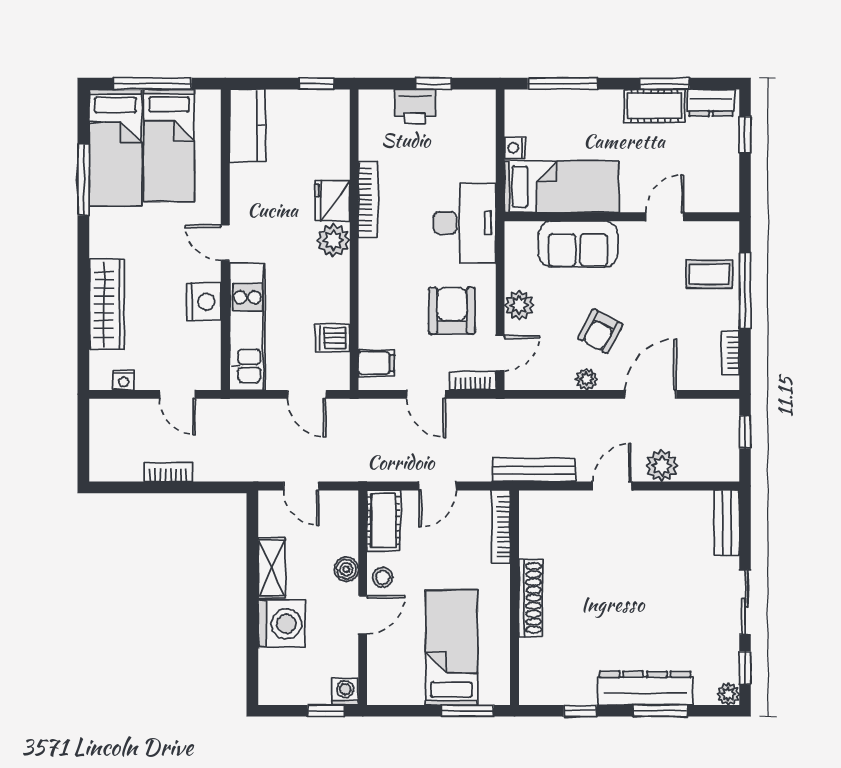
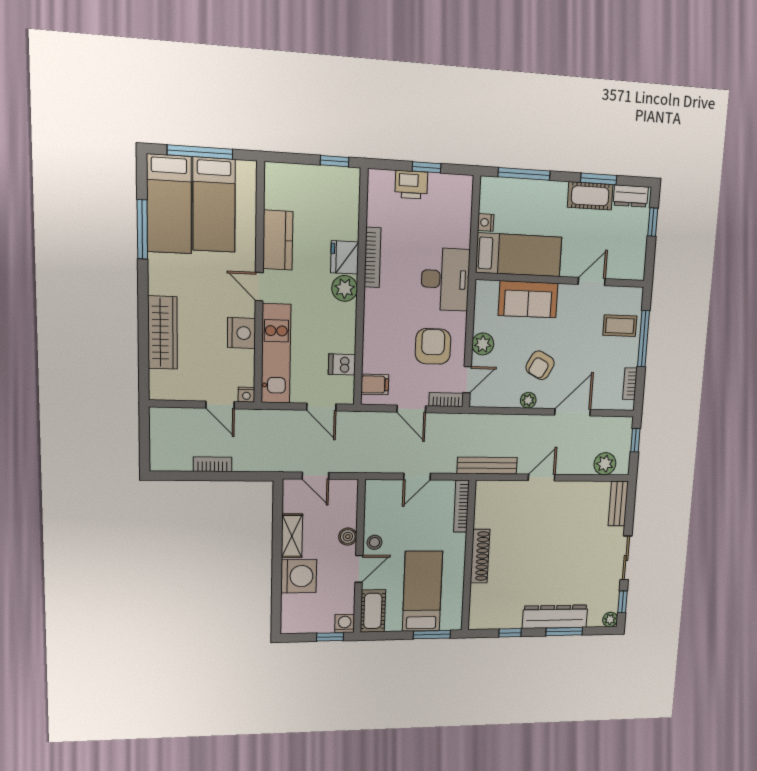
kitchen counter: (248, 126) -> (278, 240), moved
nightstand: (124, 380) -> (246, 395), moved
plant: (662, 466) -> (605, 464), moved
cot: (384, 521) -> (373, 611), moved

